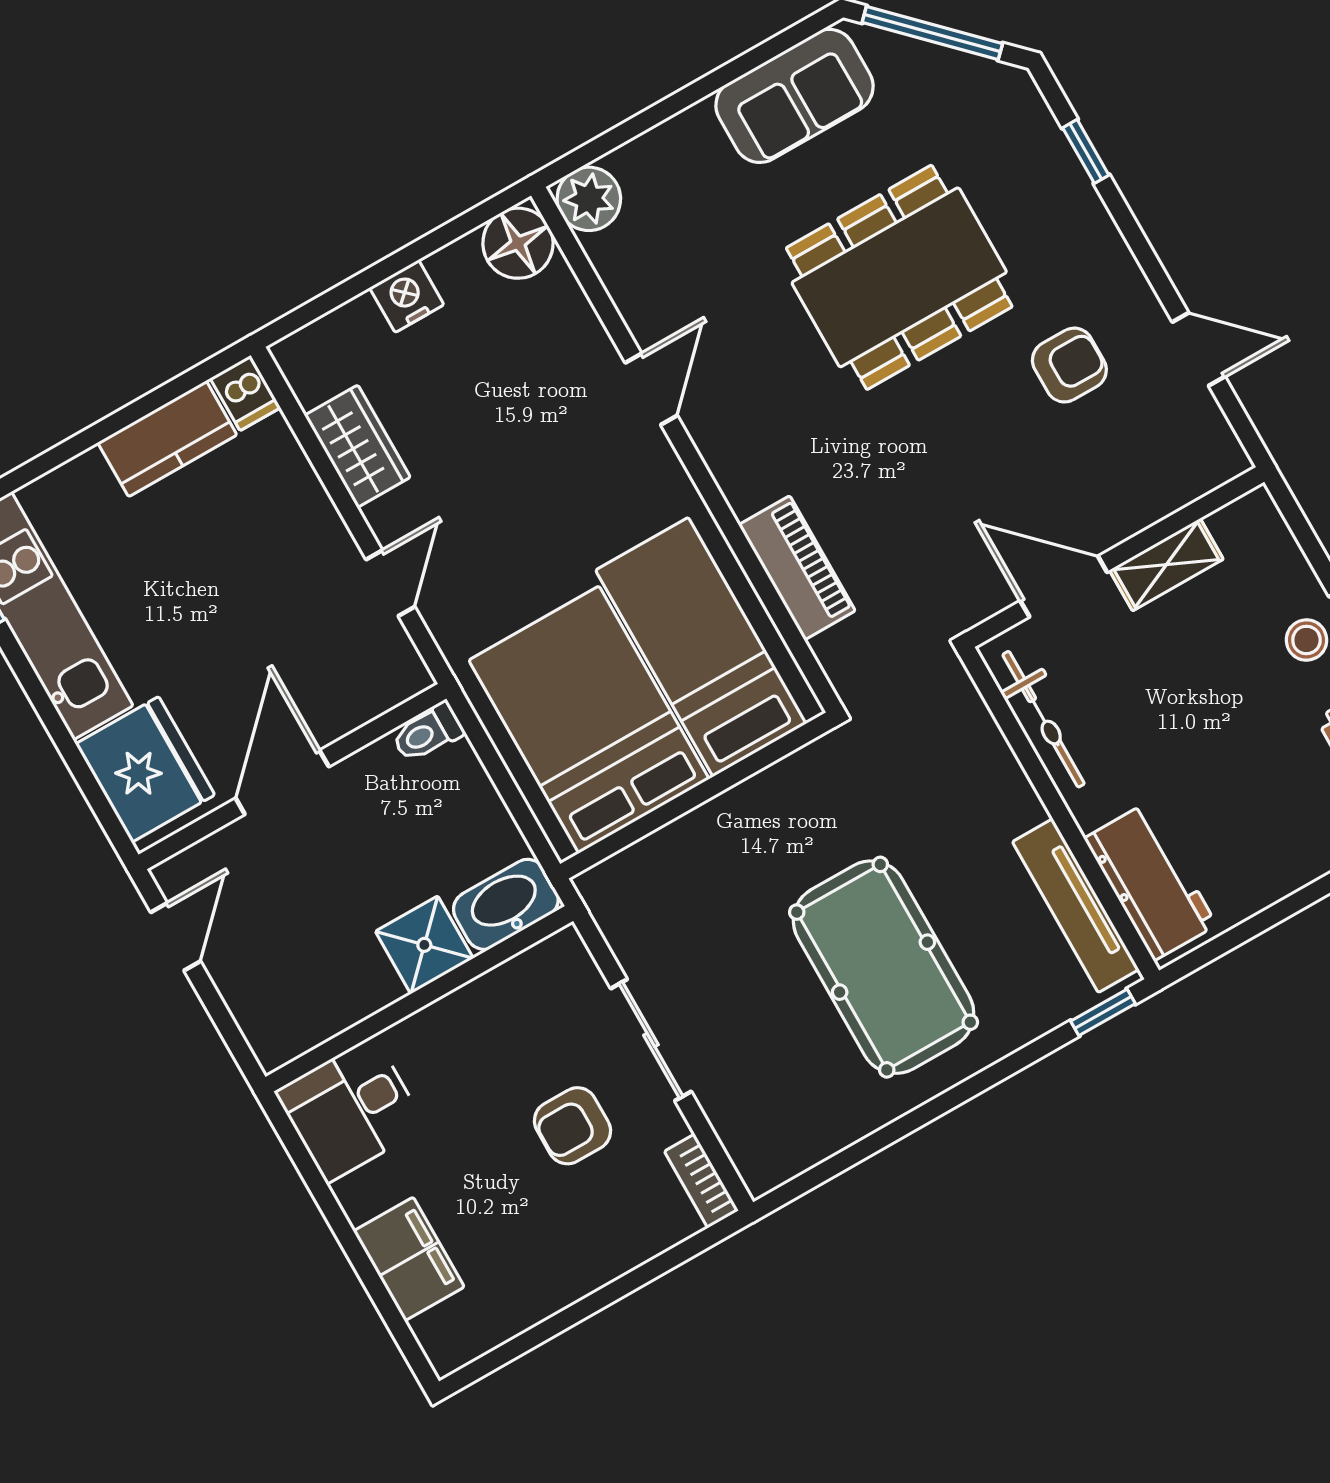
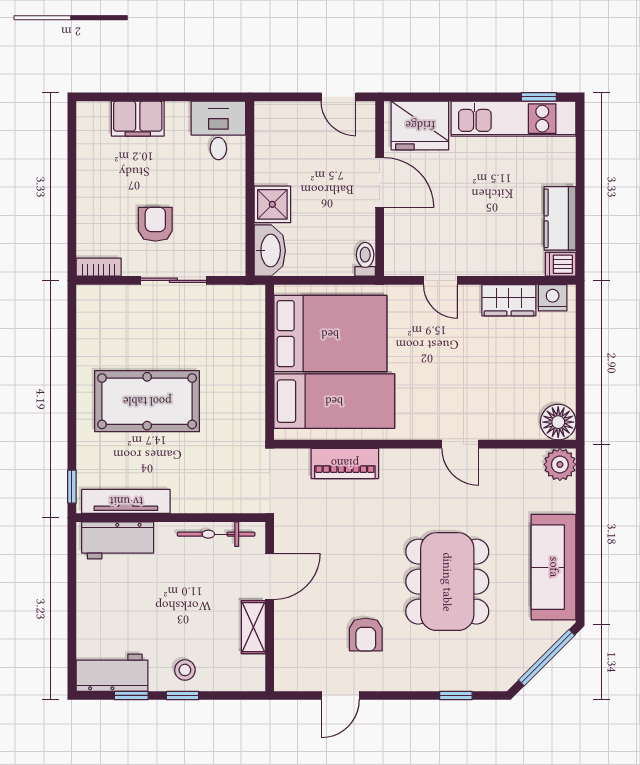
sofa: (794, 96) -> (554, 567), width x1.36
nightstand: (407, 296) -> (553, 298), moved, turned -90

